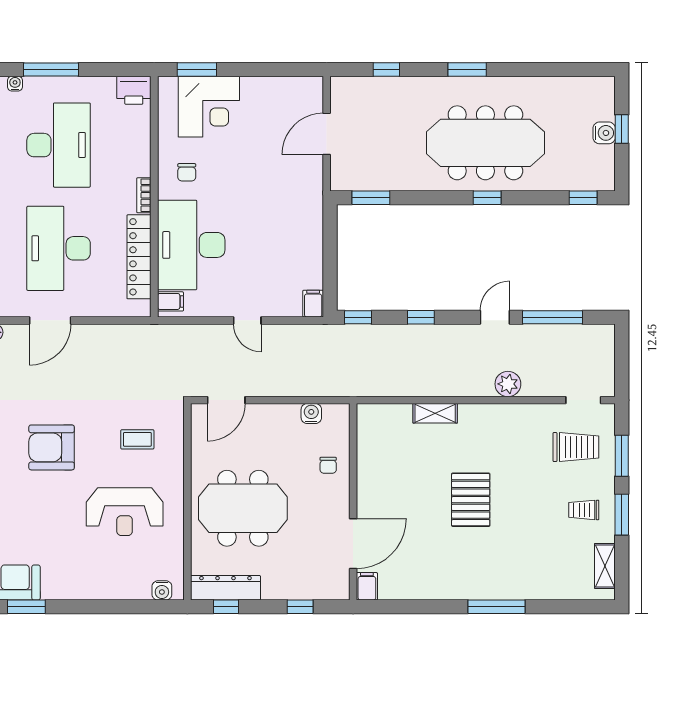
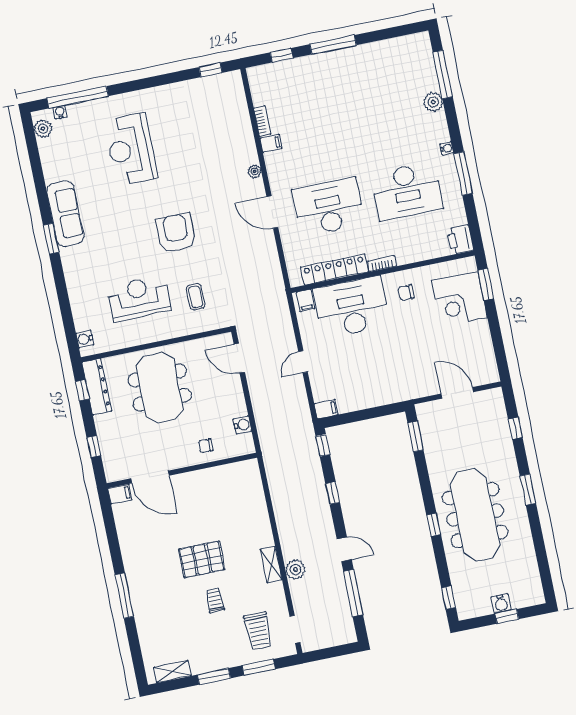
shelving: (435, 413) -> (271, 564), moved
trolley: (584, 510) -> (215, 600), moved
reception desk: (125, 512) -> (139, 298), turned 90

